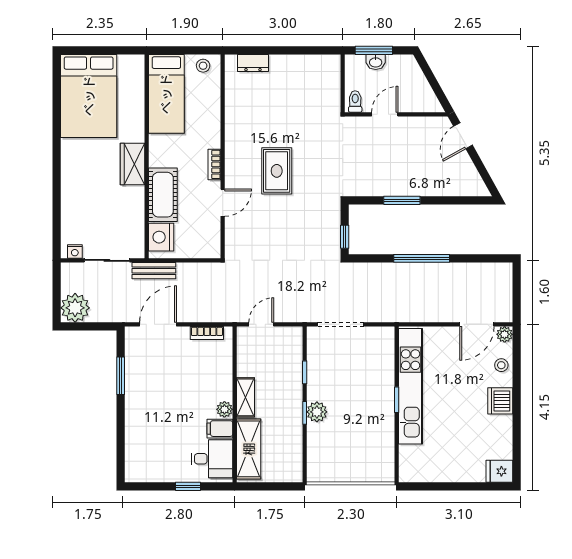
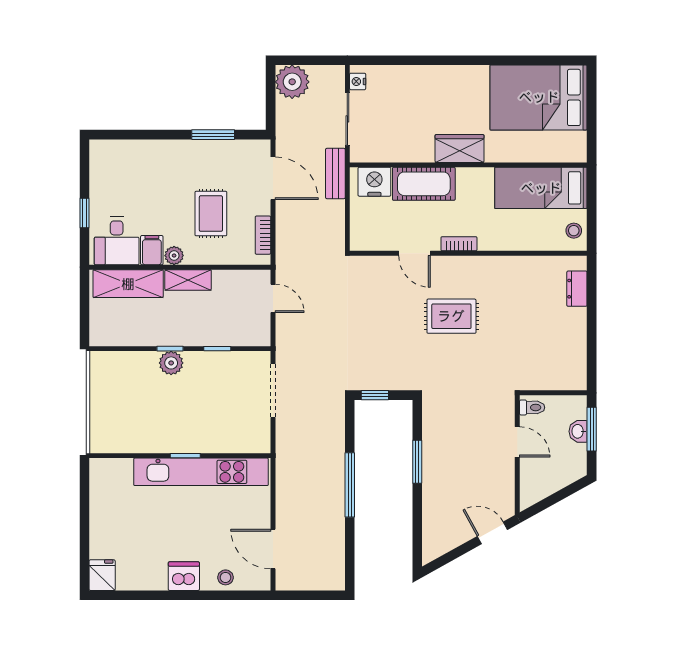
plant: (505, 334) -> (261, 581), removed
rug: (188, 378) -> (211, 214), added

